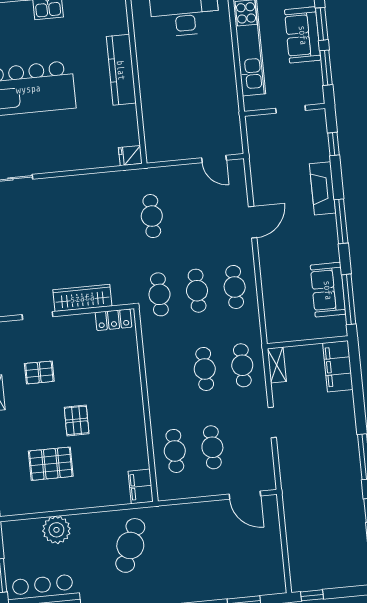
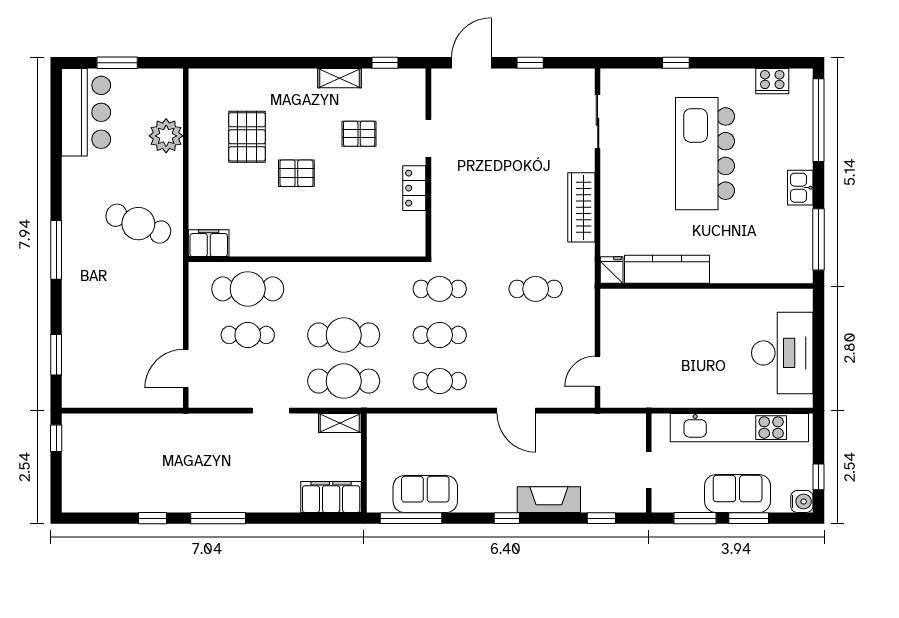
kitchen counter: (121, 70) -> (667, 269), moved
window: (341, 221) -> (507, 518), width x0.46
wardrobe: (82, 298) -> (581, 207), moved, turned 180
locker: (114, 320) -> (414, 188), moved
cafe table: (242, 365) -> (344, 381), width x1.37, depth x1.35
cafe table: (205, 369) -> (344, 335), width x1.37, depth x1.35
pallet: (39, 372) -> (359, 134), turned 90
cafe table: (175, 451) -> (248, 289), width x1.37, depth x1.35

